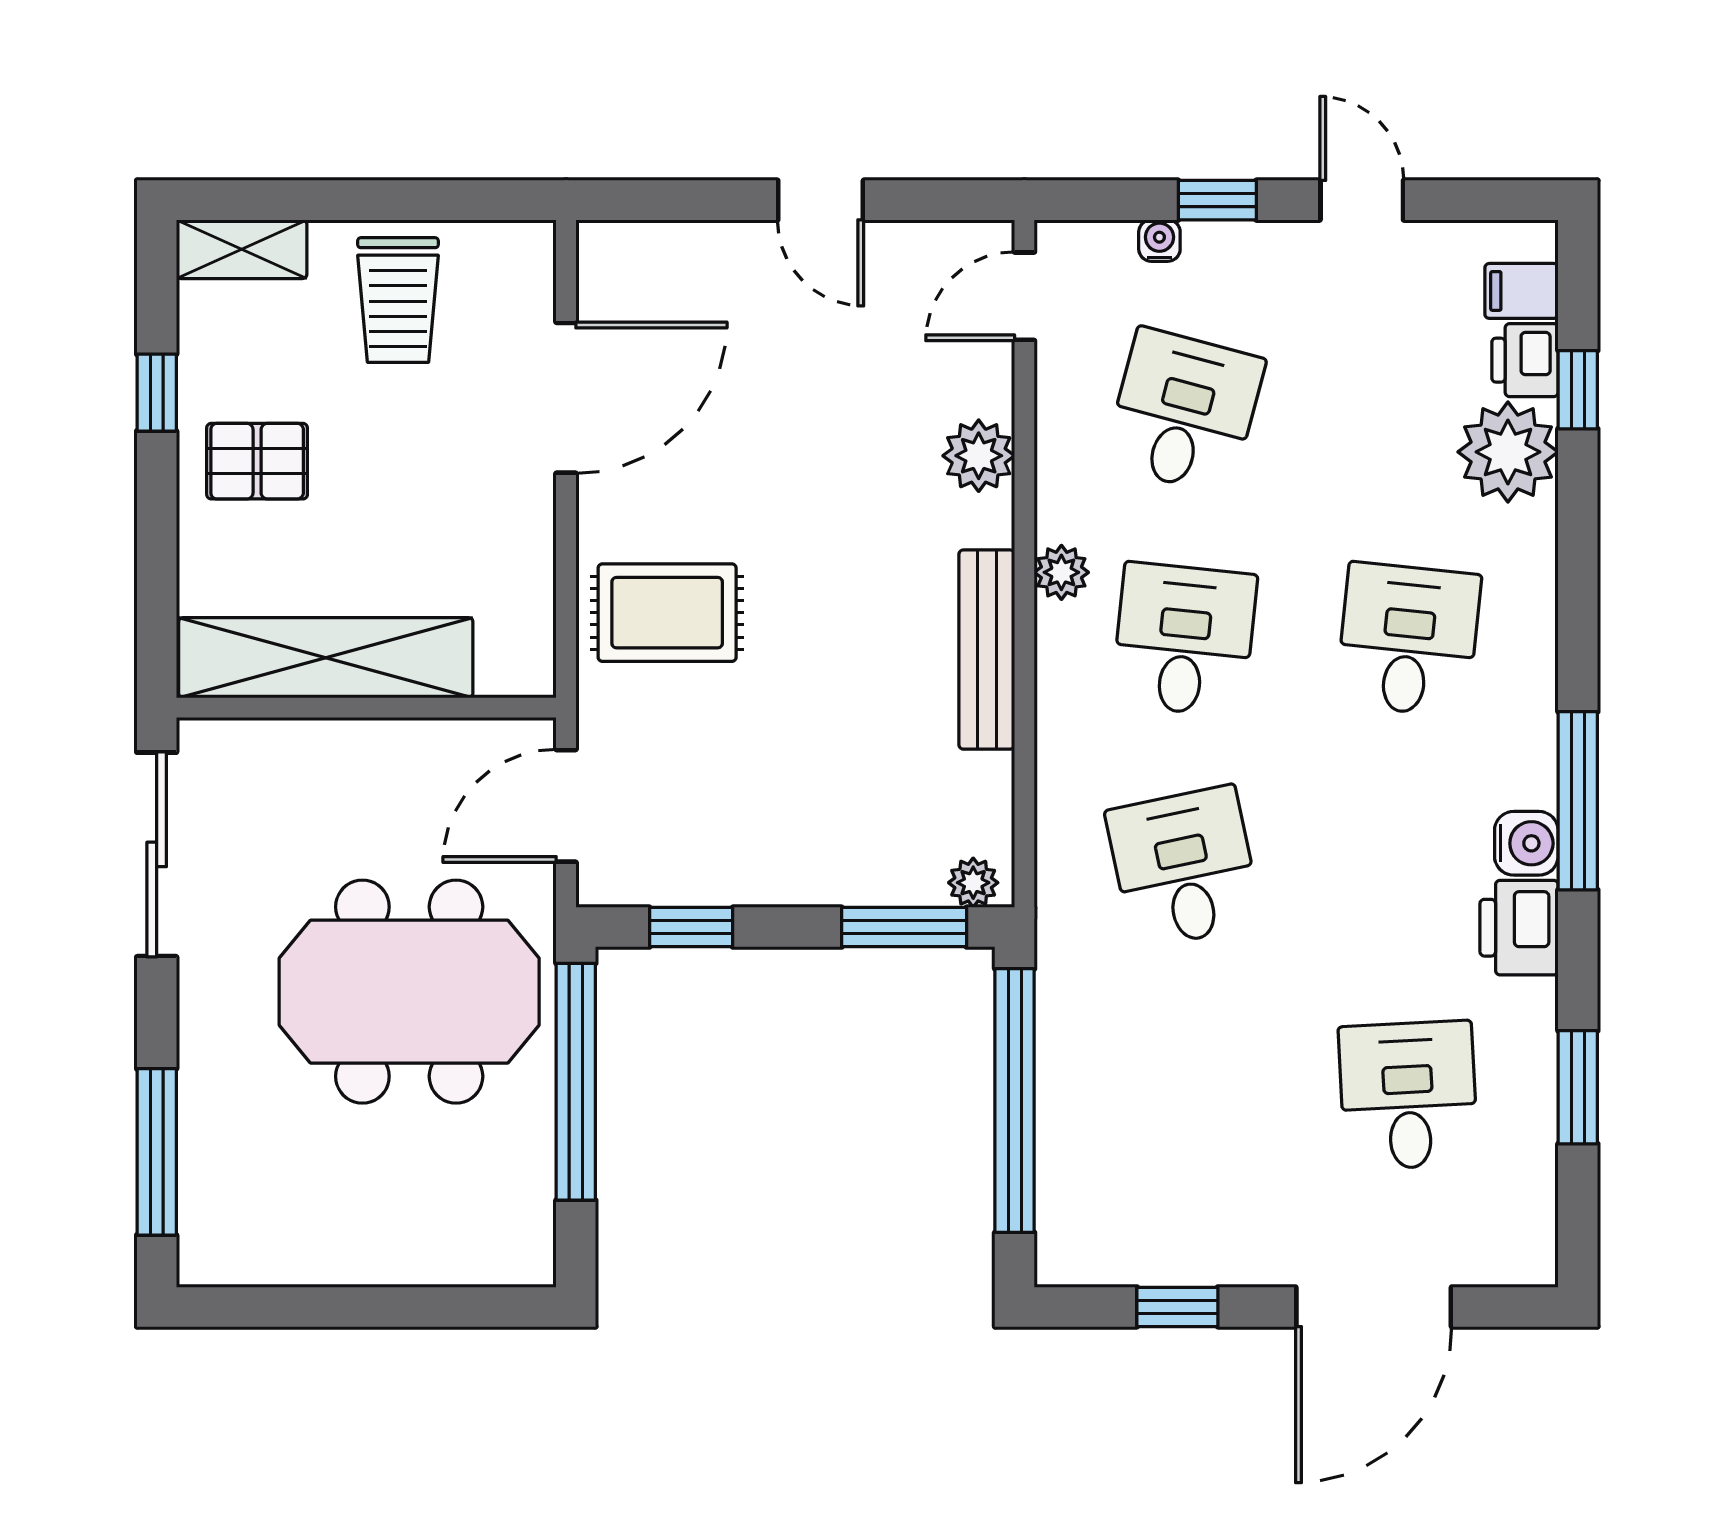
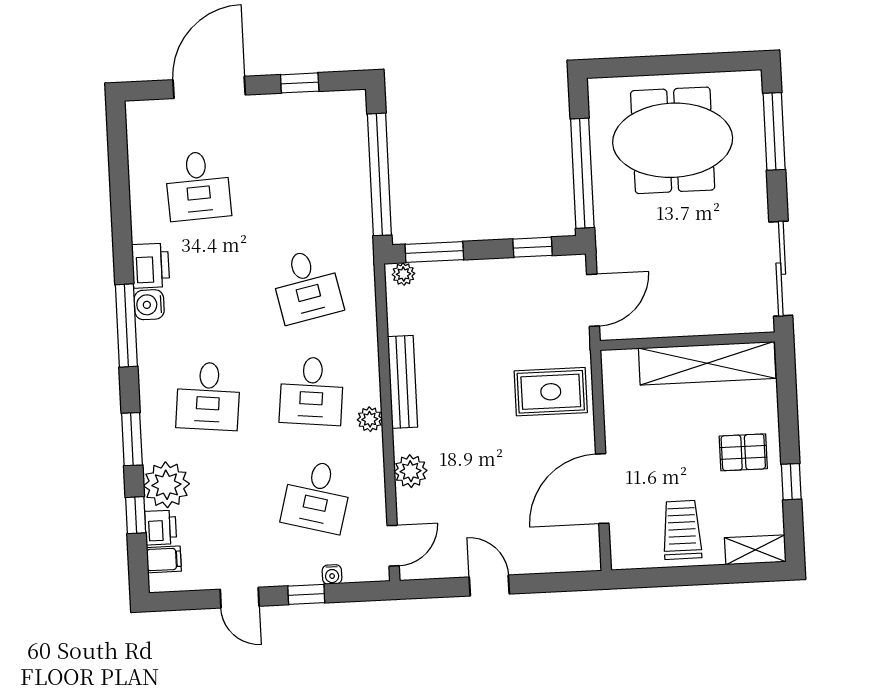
meeting table: (409, 992) -> (673, 140), moved
window: (1578, 1087) -> (132, 439), moved

